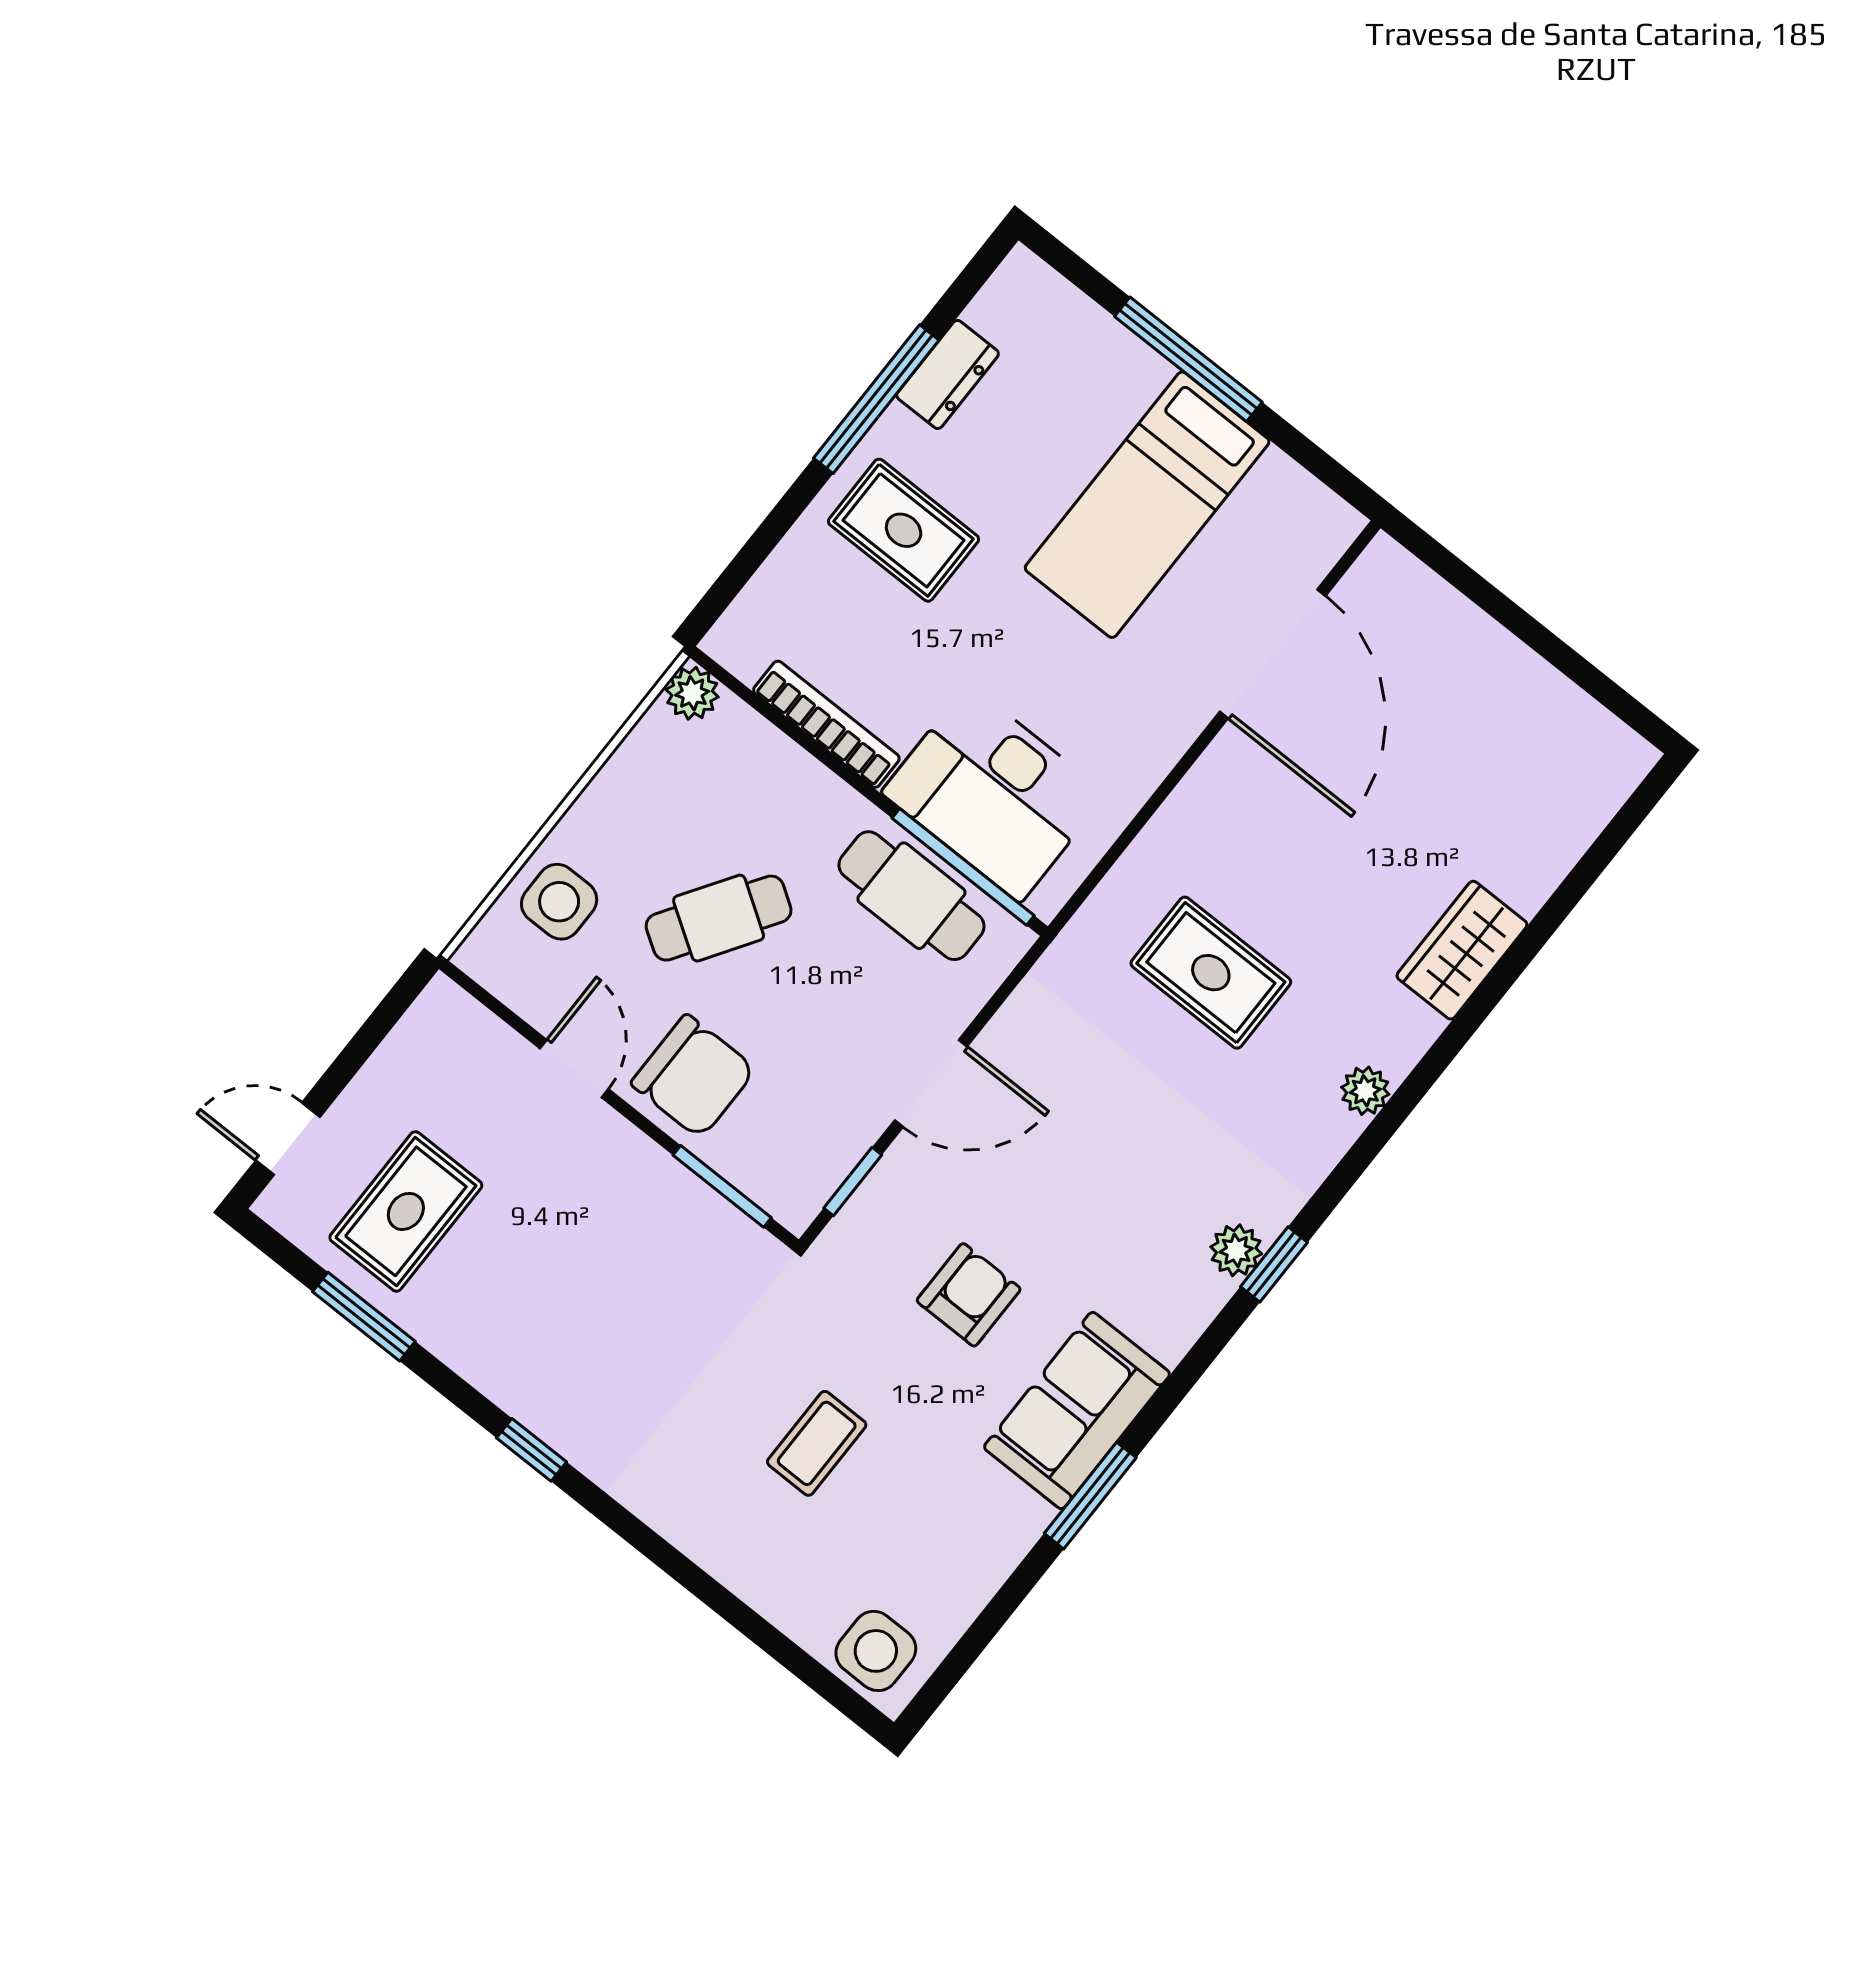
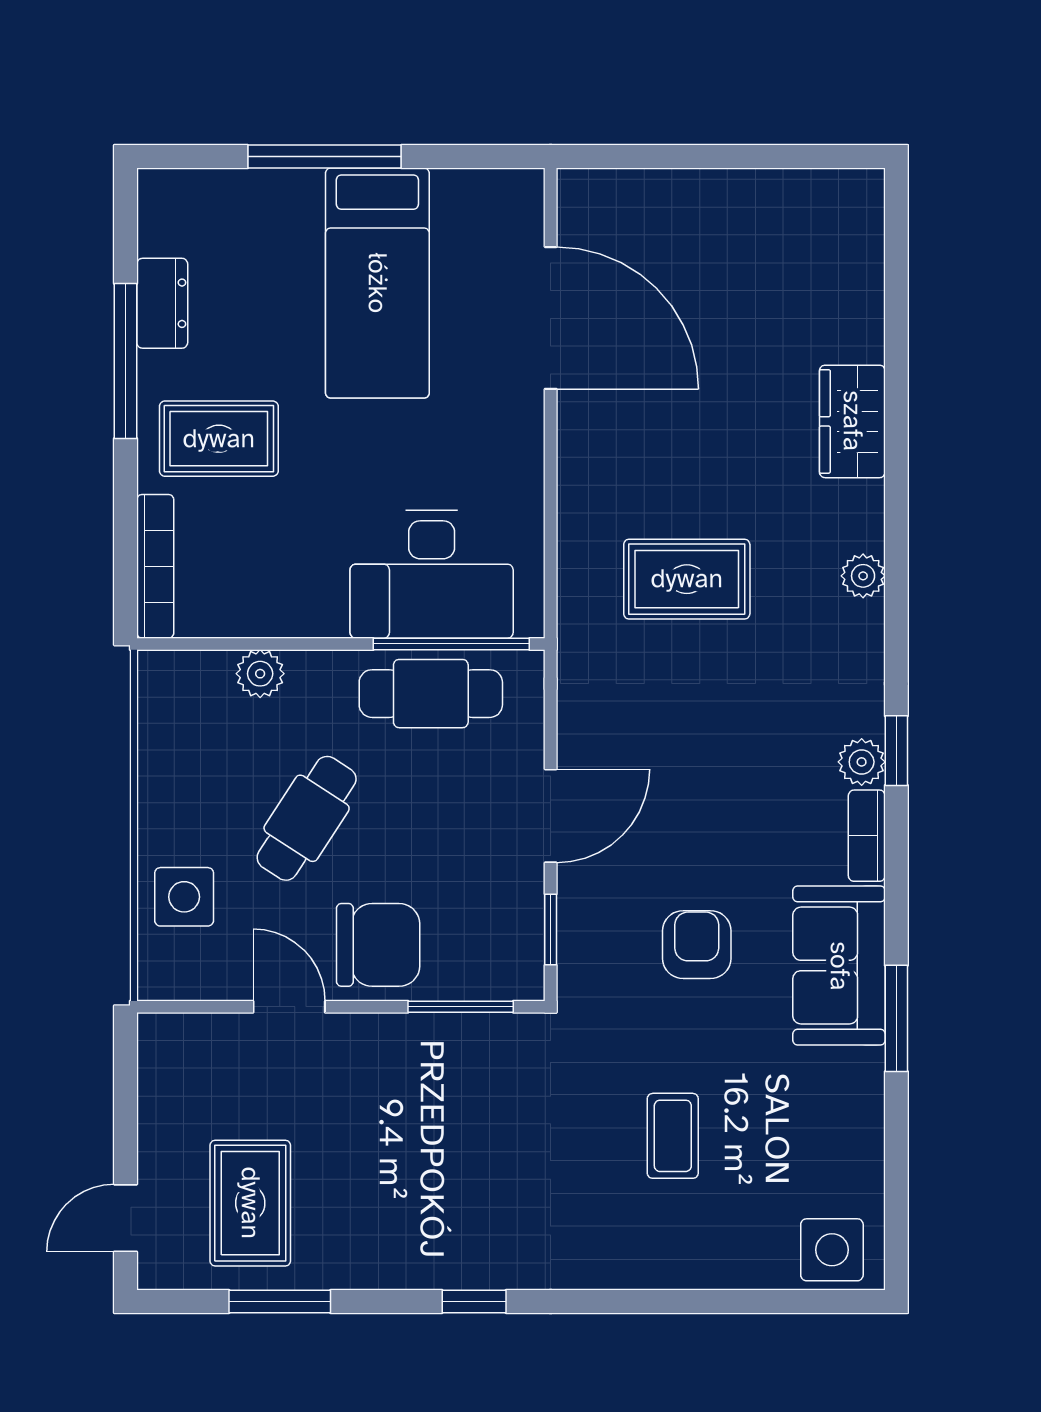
plant: (692, 693) -> (260, 674), moved
bookcase: (826, 724) -> (155, 566), moved, turned 90
bookcase: (1190, 1318) -> (867, 836), added

